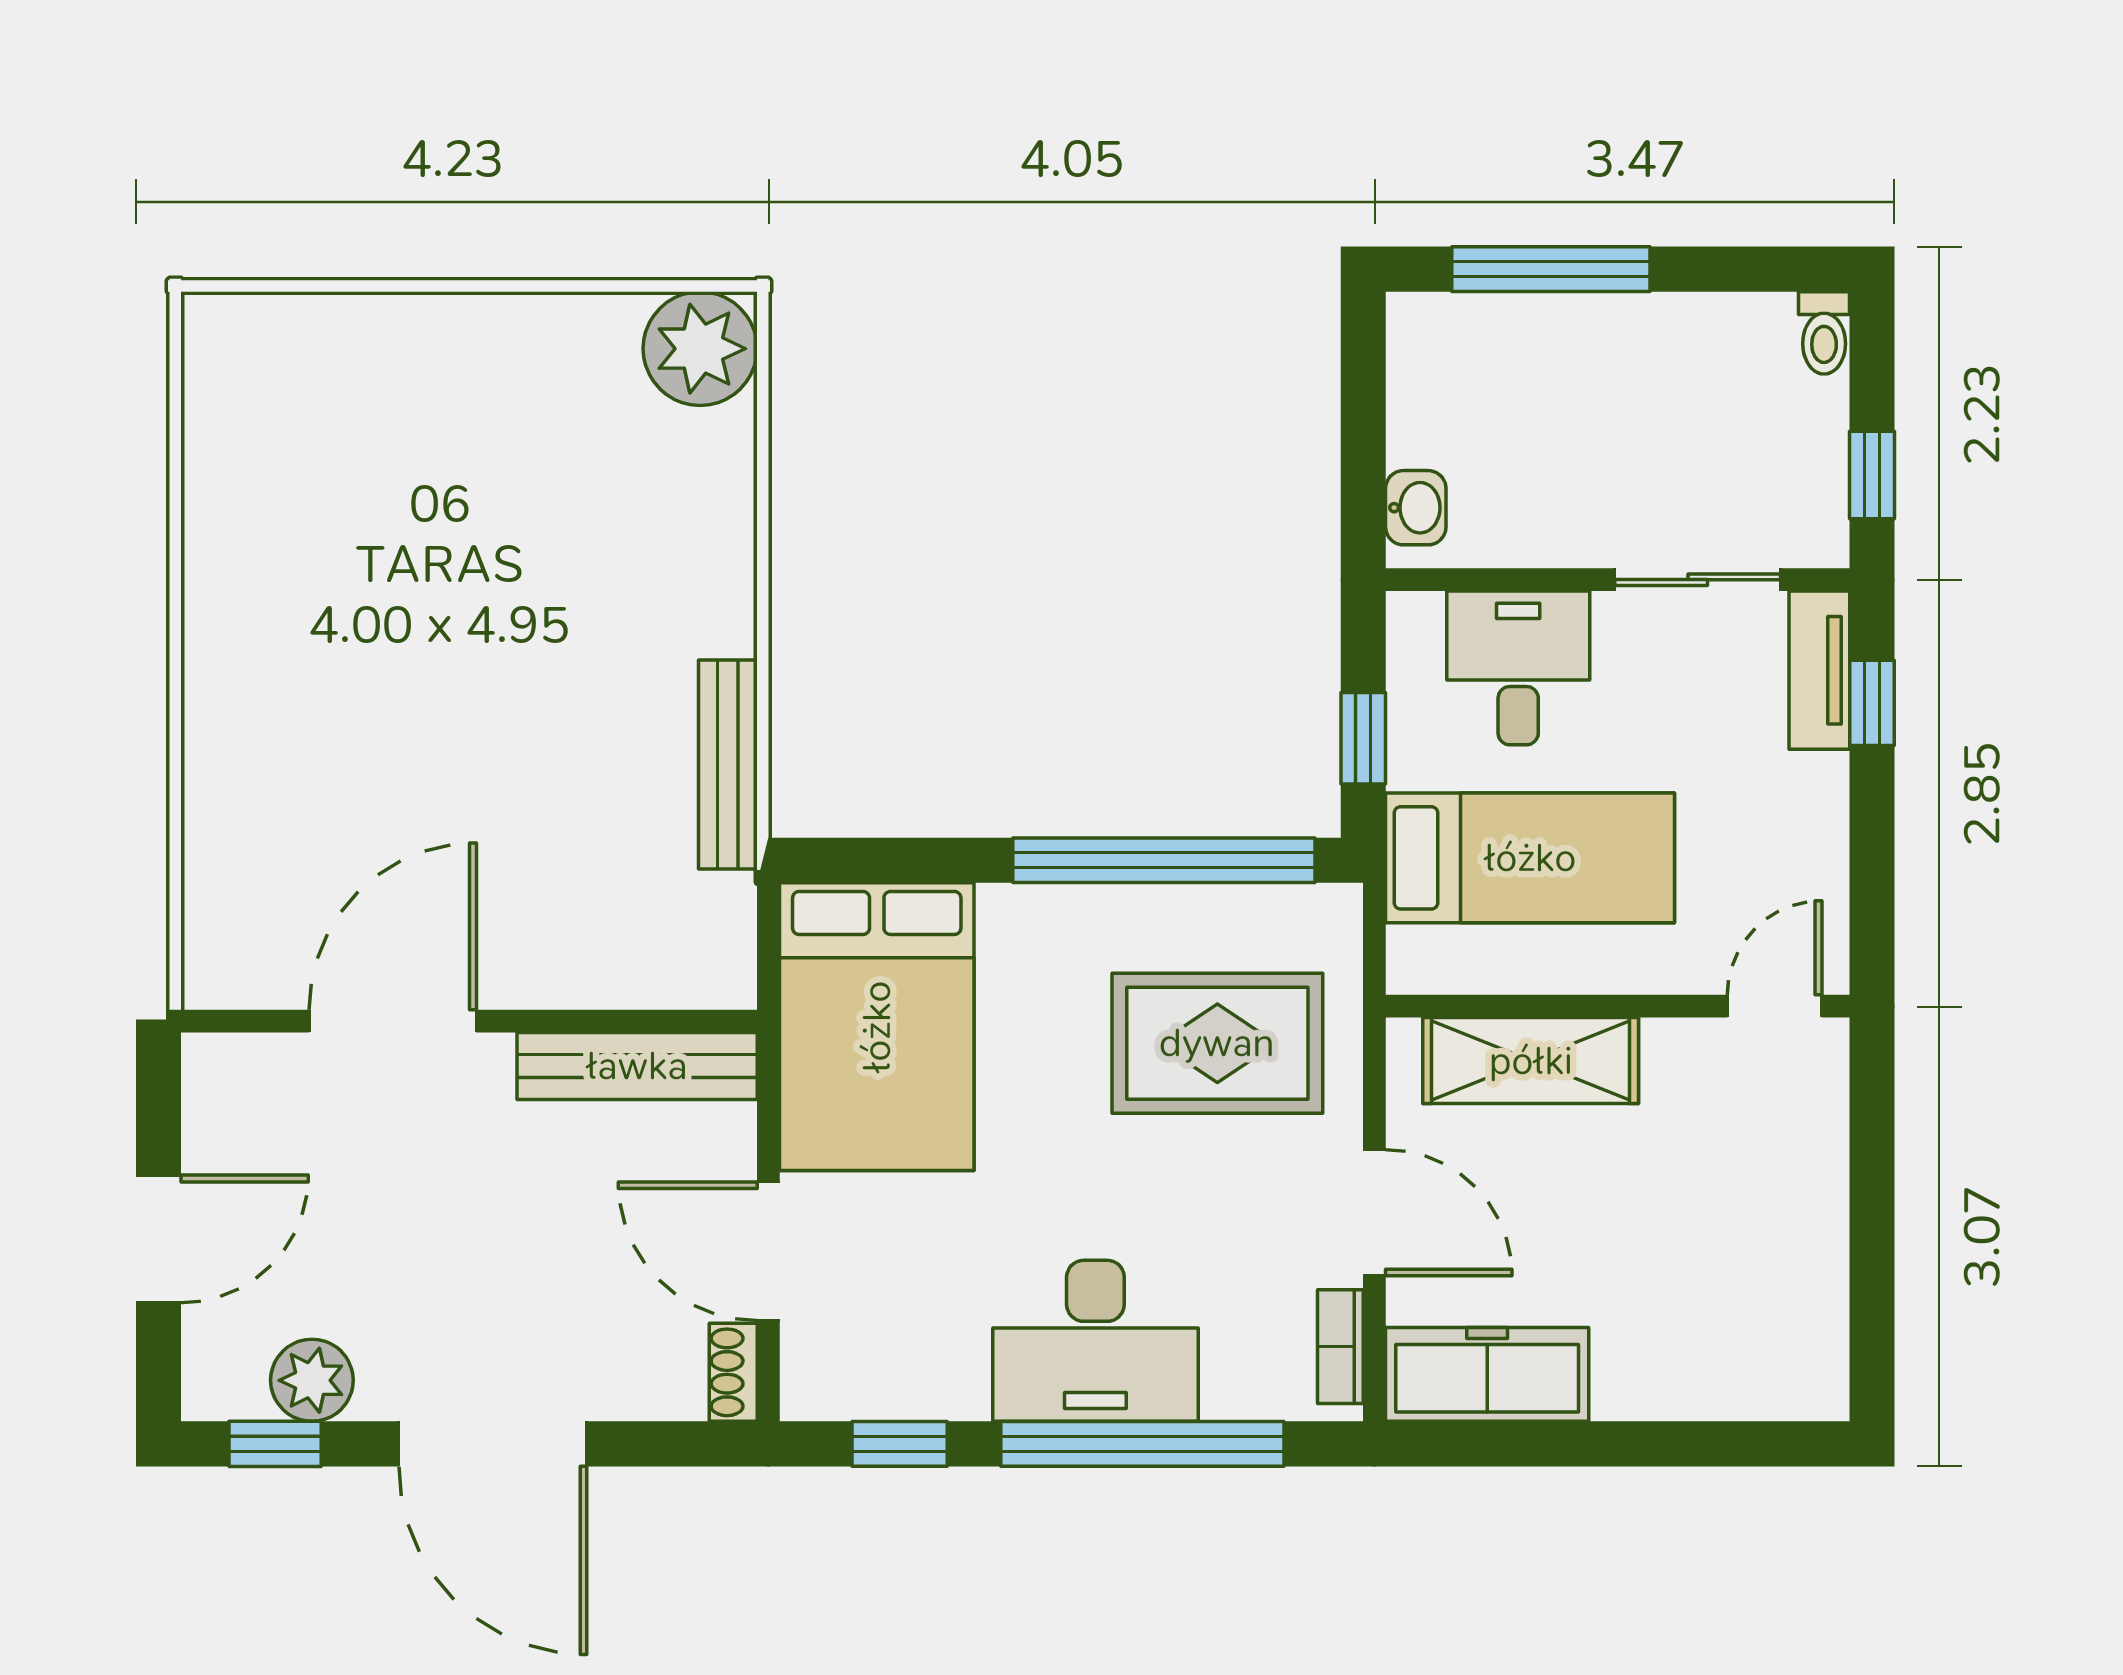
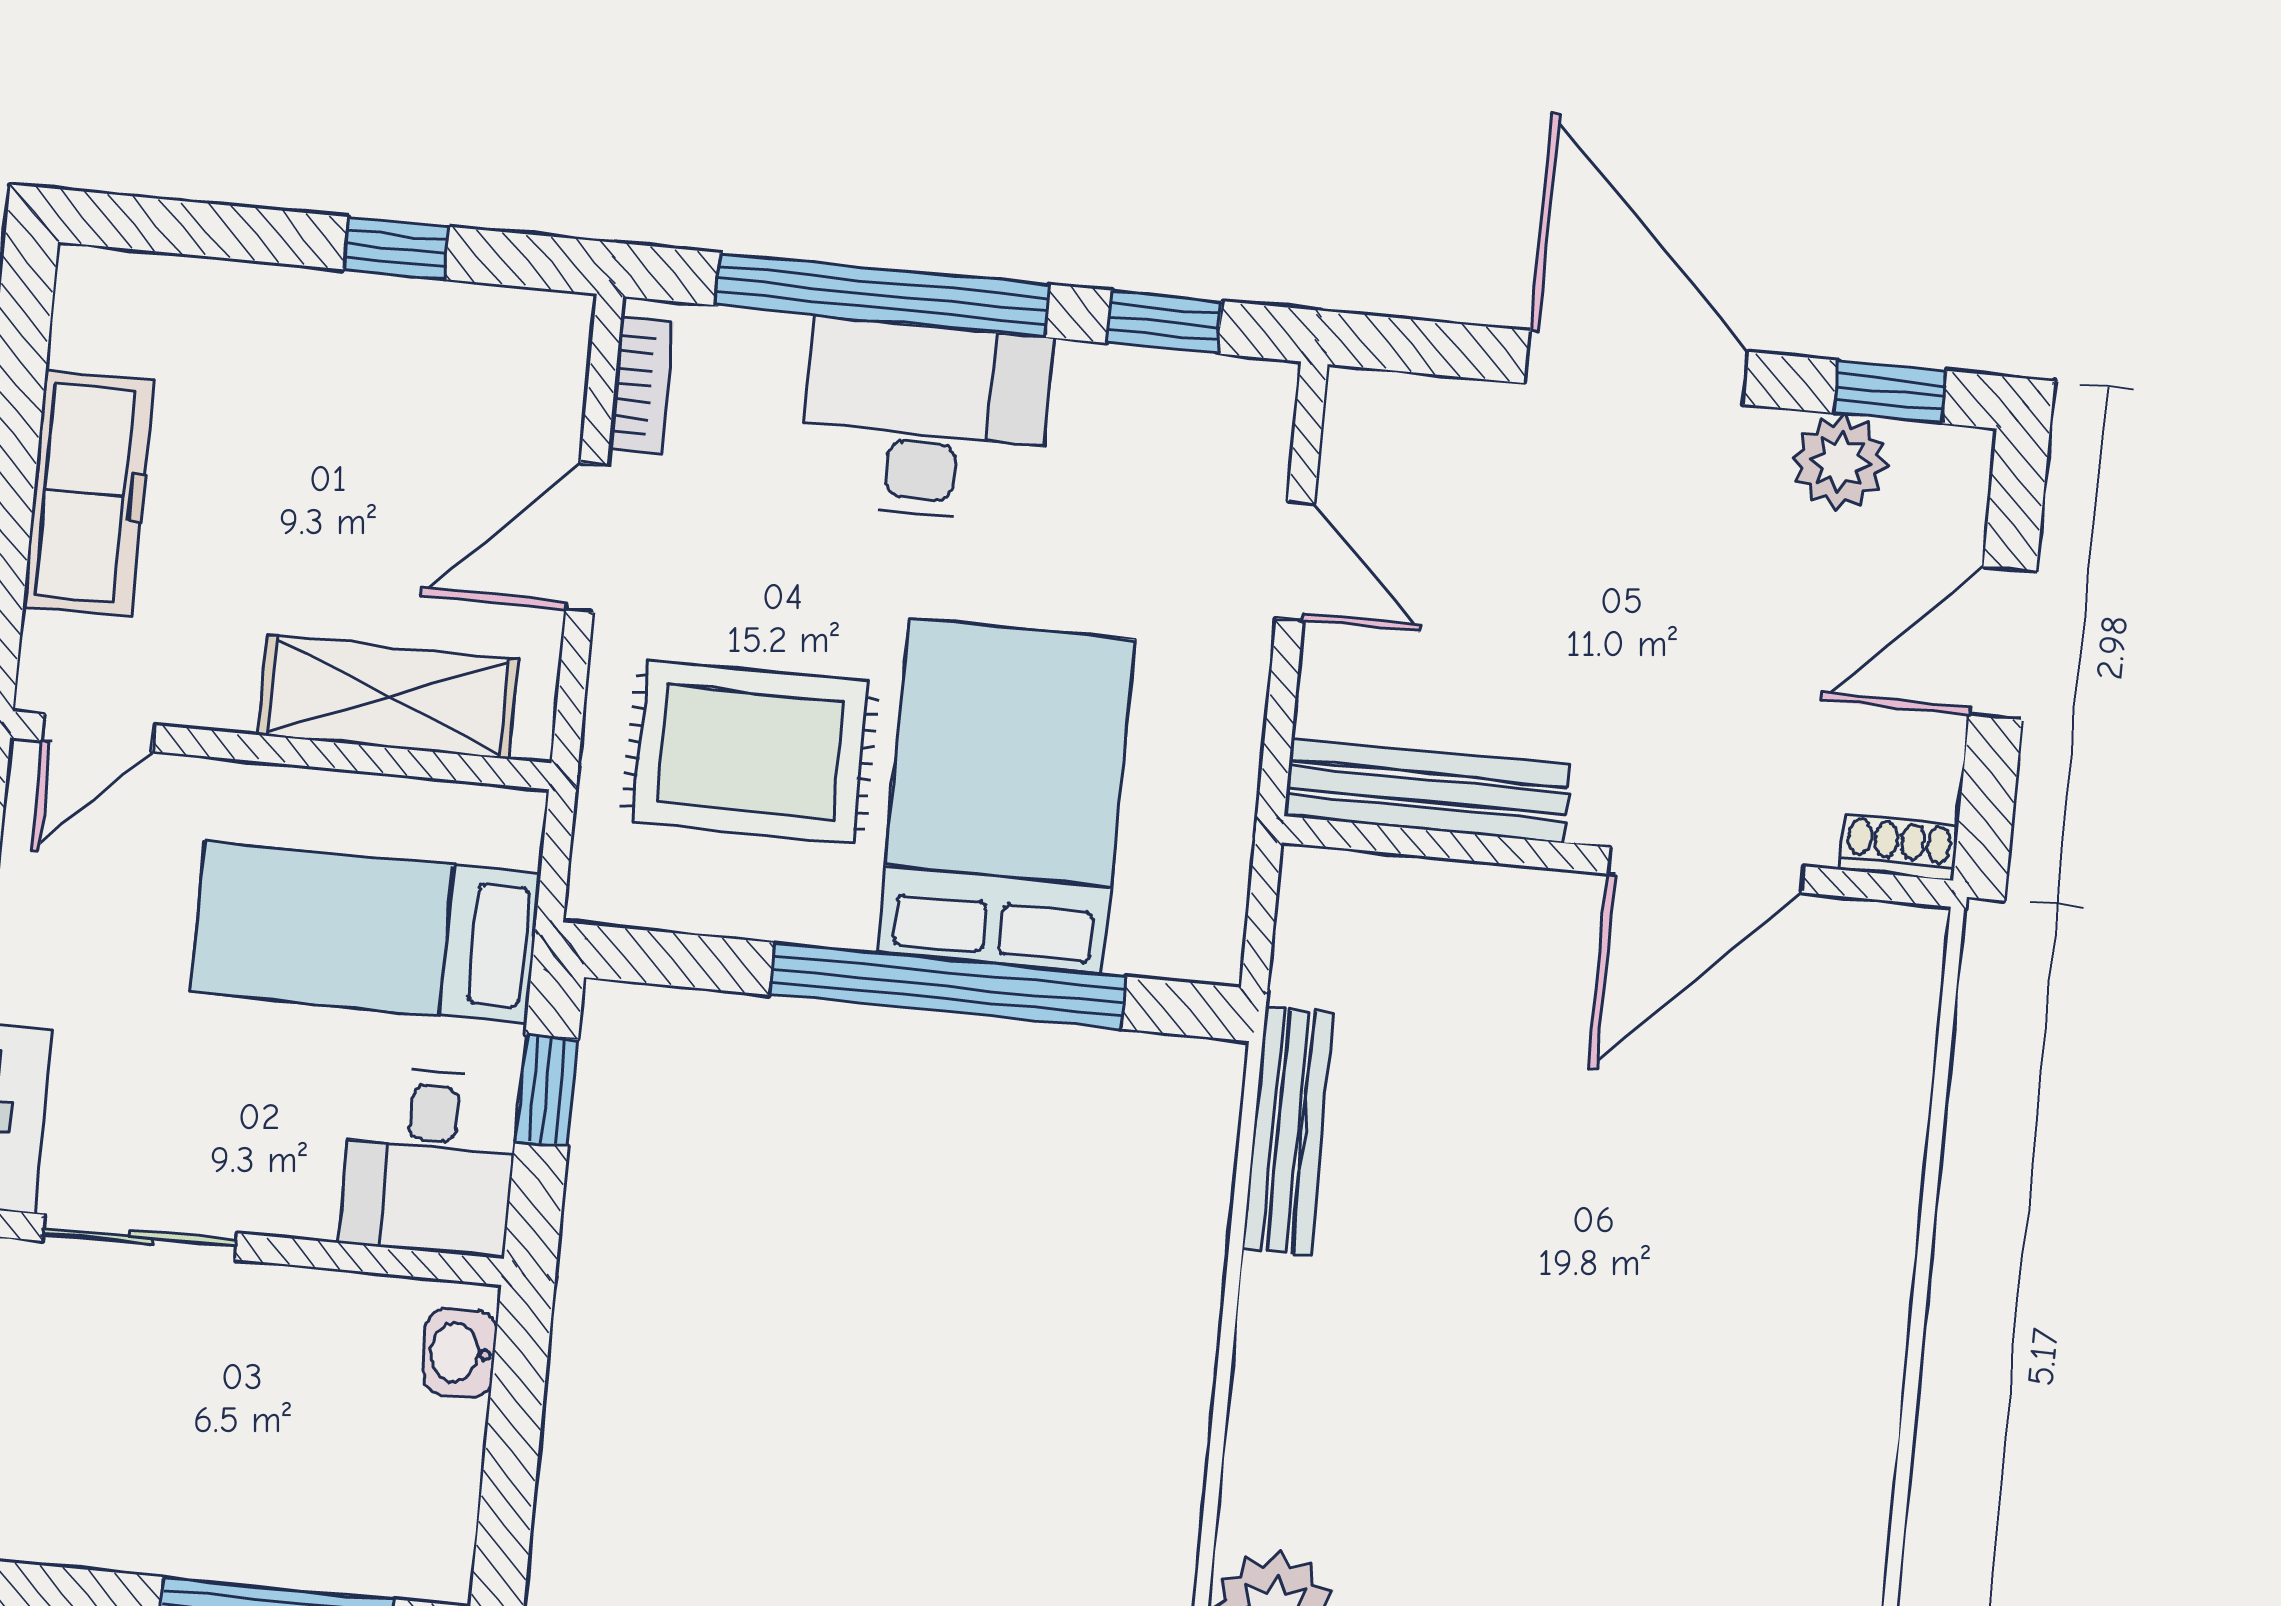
desk: (1518, 668) -> (430, 1162), moved
window: (1164, 860) -> (948, 986), moved
bed: (877, 1027) -> (1006, 796), moved
door: (1374, 1213) -> (587, 538), hinge flipped
door: (768, 1251) -> (1295, 561), width x0.73
shoe rack: (733, 1372) -> (1899, 847), moved, turned -90
freezer: (1487, 1374) -> (89, 493), moved, turned -90
window: (1560, 1444) -> (396, 248), added

